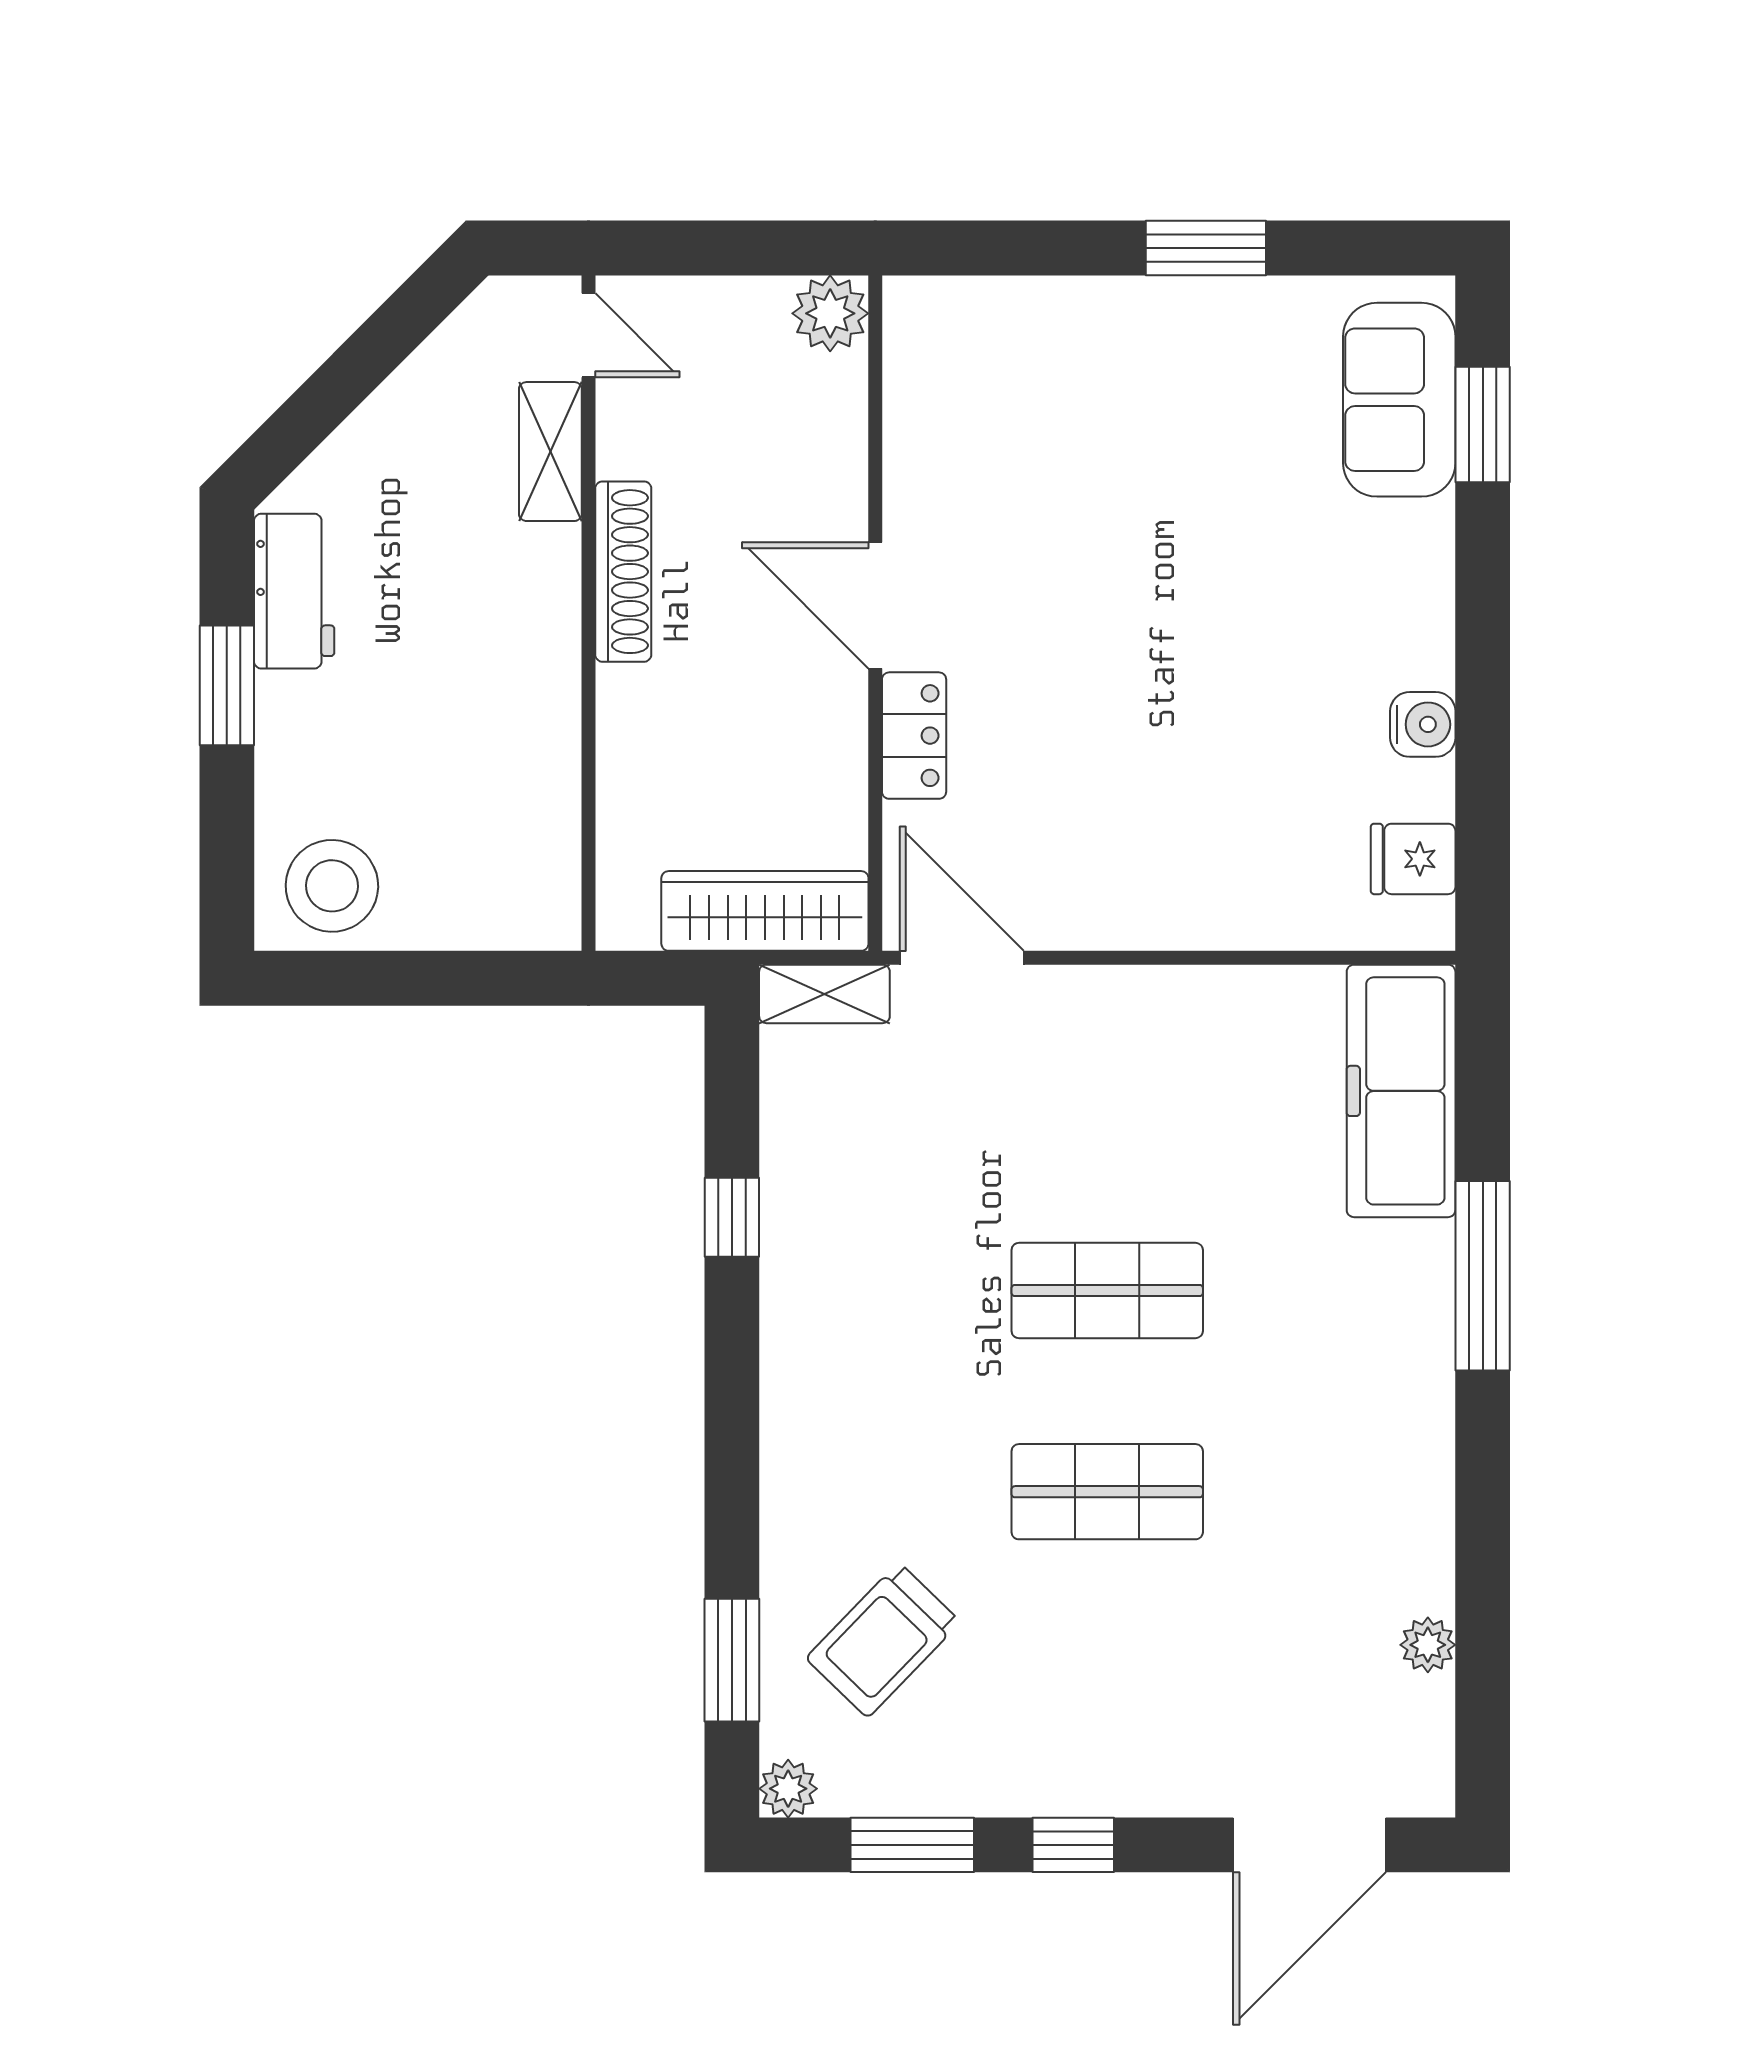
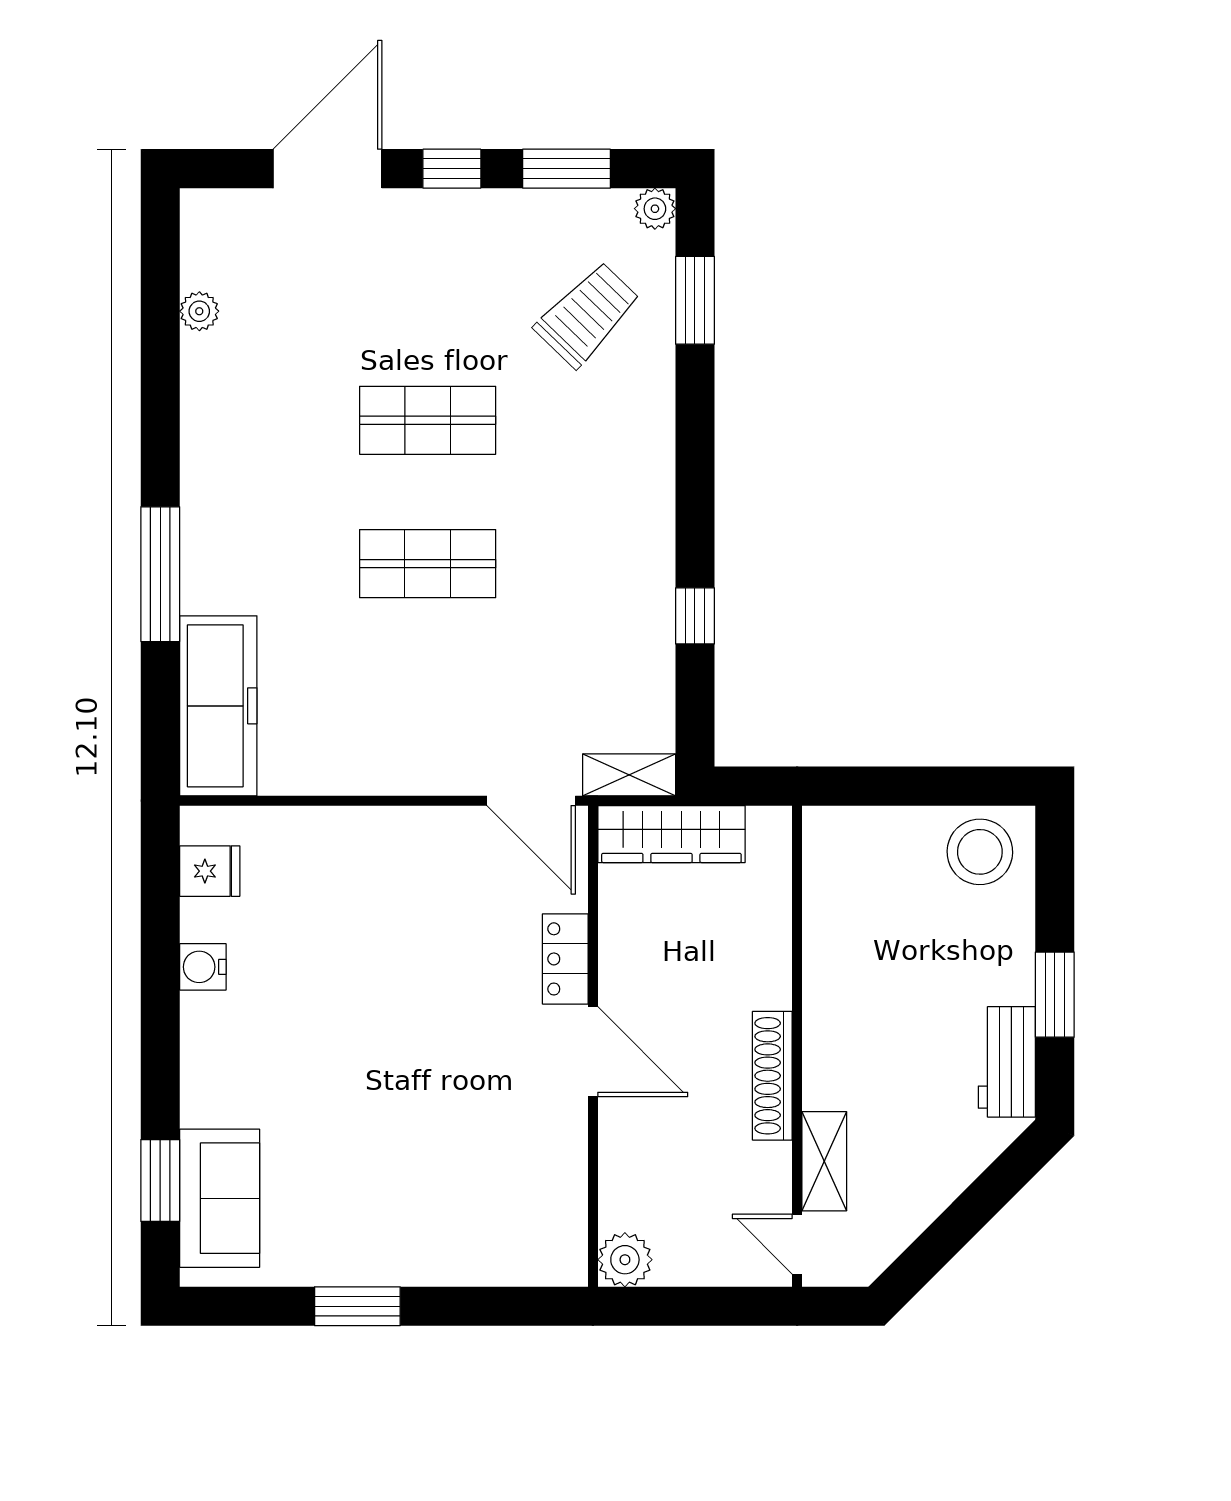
door: (1309, 1845) -> (328, 169), moved

